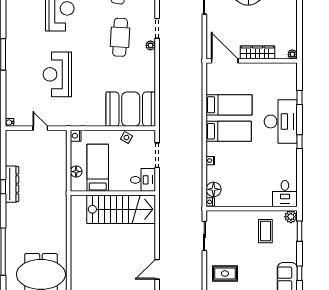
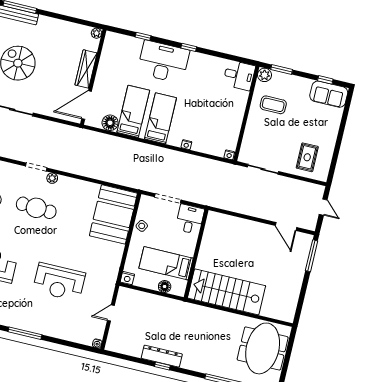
floor lamp: (214, 189) -> (110, 123), moved
stairs: (121, 209) -> (227, 292), moved, turned -90

